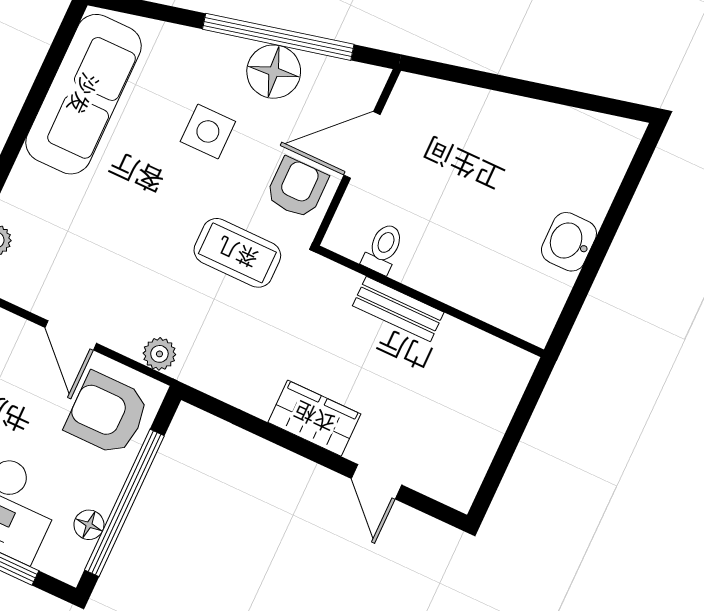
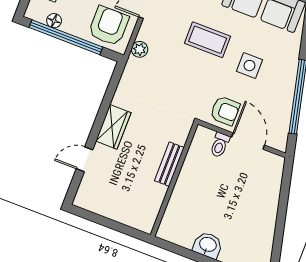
floor lamp: (274, 72) -> (281, 96), removed
toilet: (383, 249) -> (220, 145), moved, turned 90
coffee table: (237, 253) -> (208, 40), moved, turned 90

